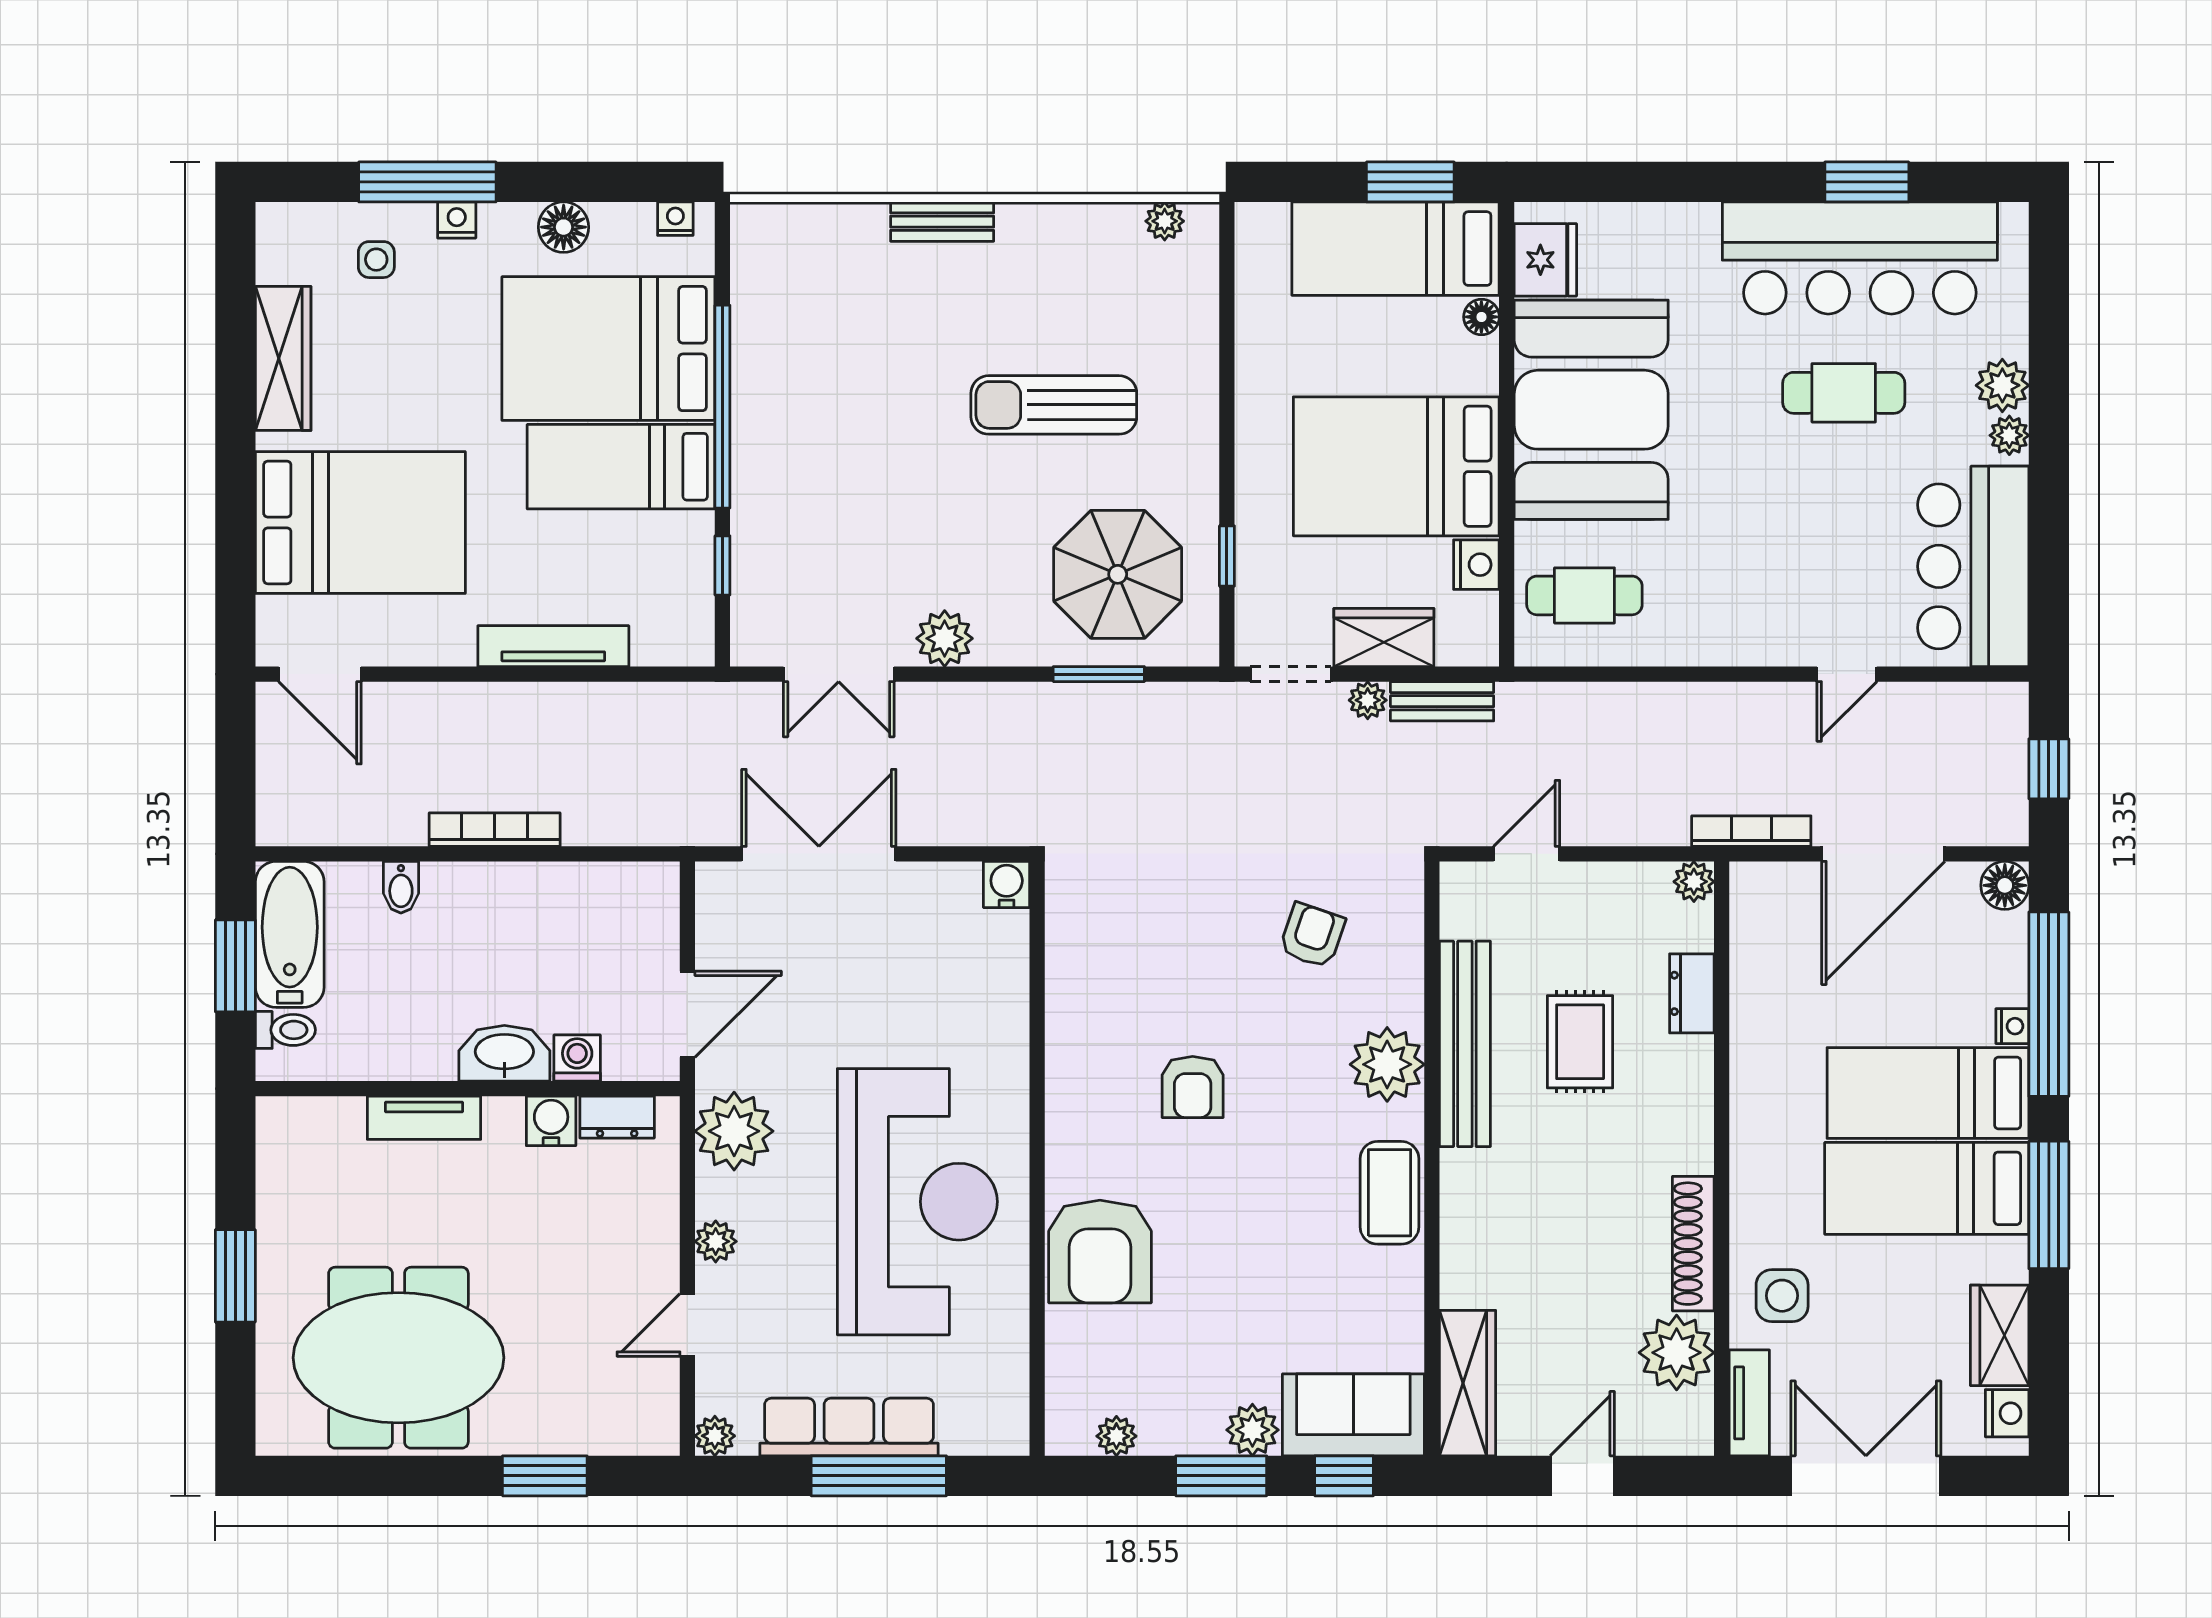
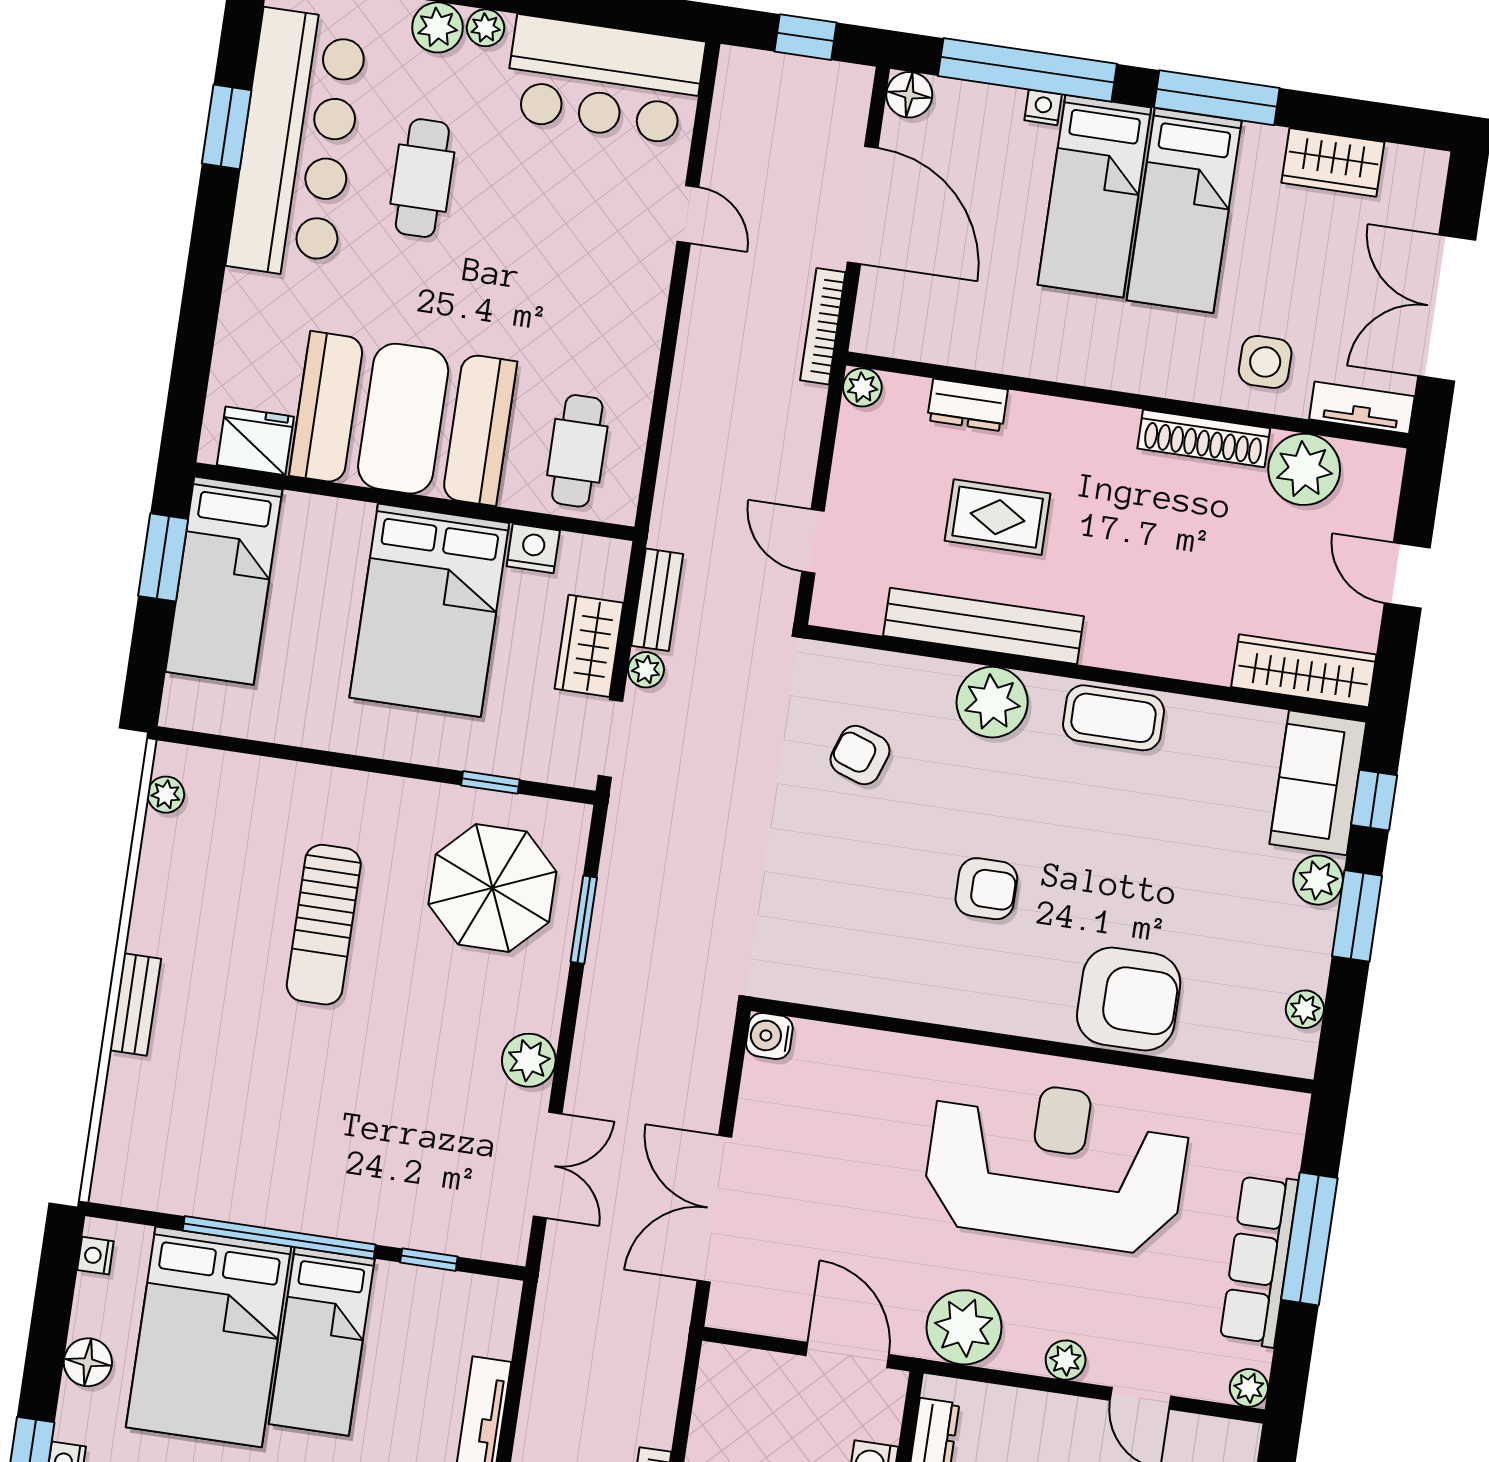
floor lamp: (1481, 317) -> (300, 509), removed
nightstand: (2007, 1413) -> (1407, 166), removed

